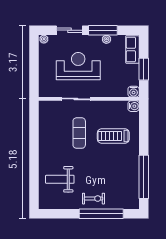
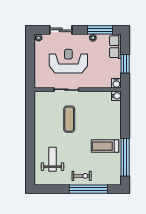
window: (103, 30) -> (100, 30), moved
treadmill: (113, 136) -> (105, 146), moved
weight bench: (60, 179) -> (52, 159), turned 90

